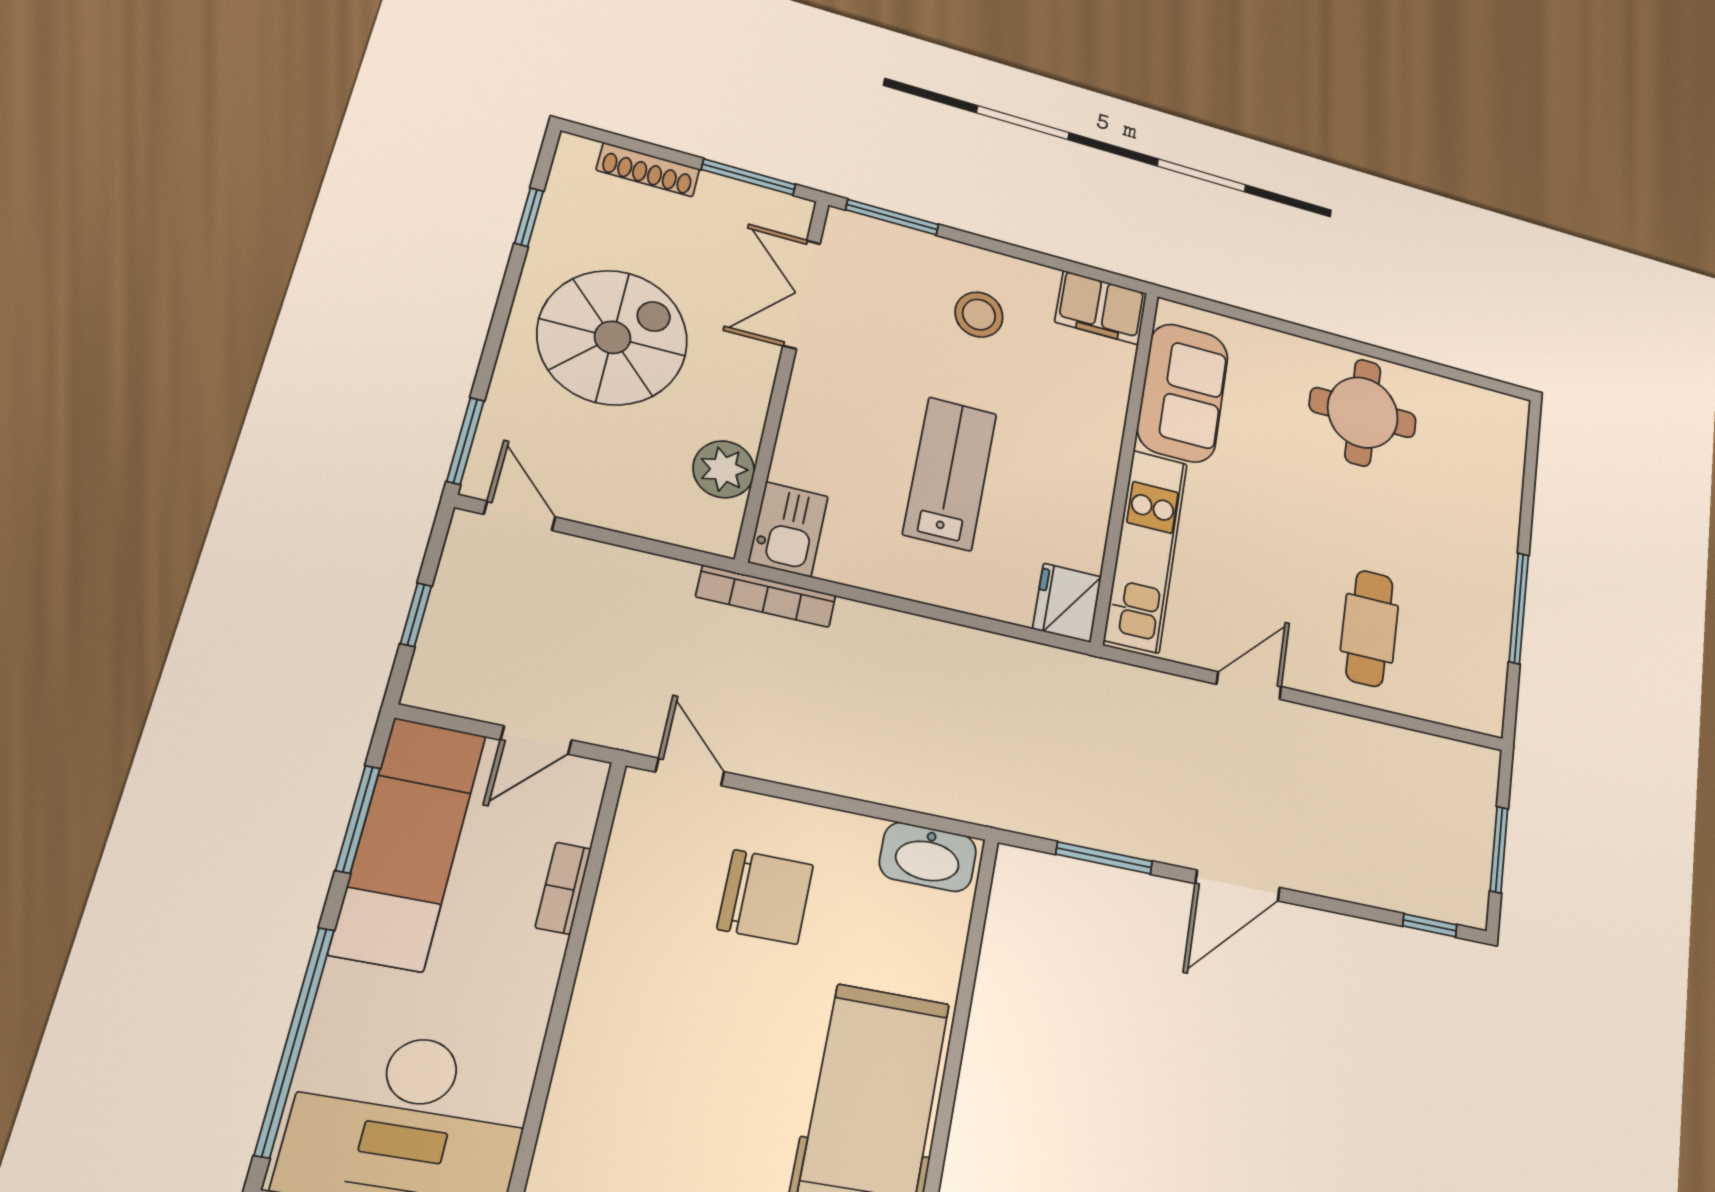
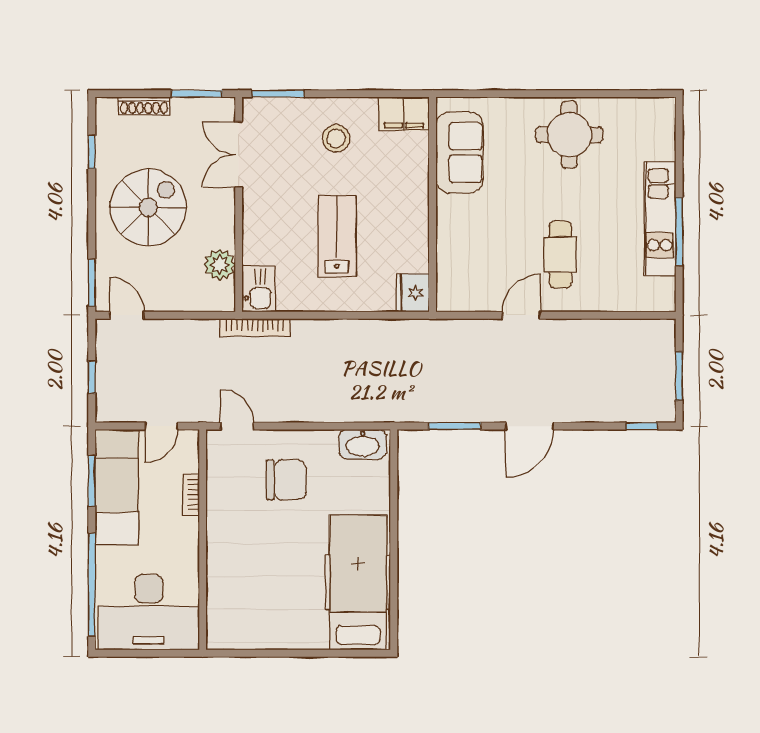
kitchen unit: (1146, 551) -> (660, 219), moved, turned 180
cafe table: (1370, 628) -> (560, 255), moved

